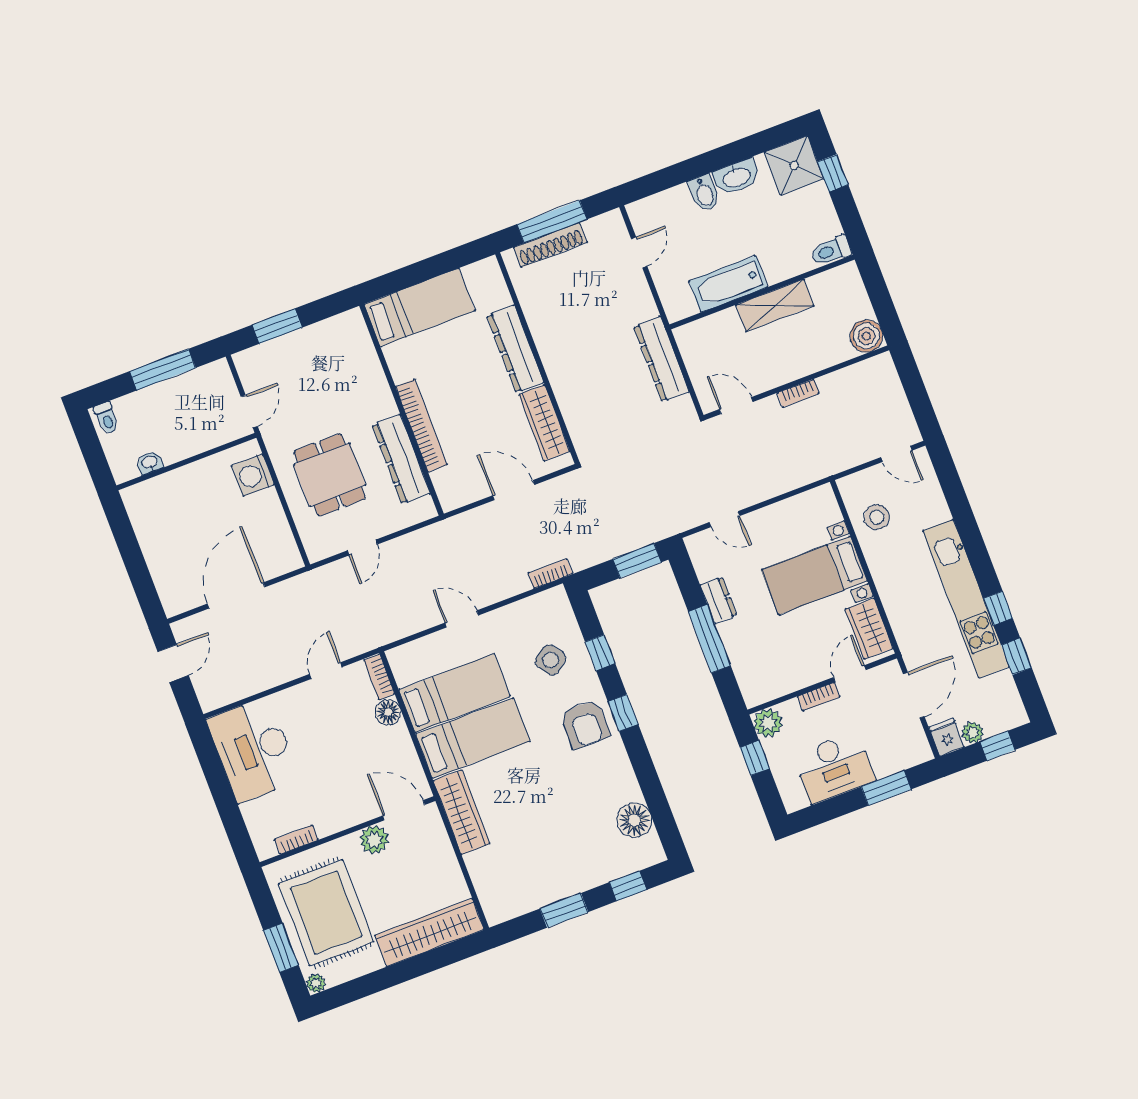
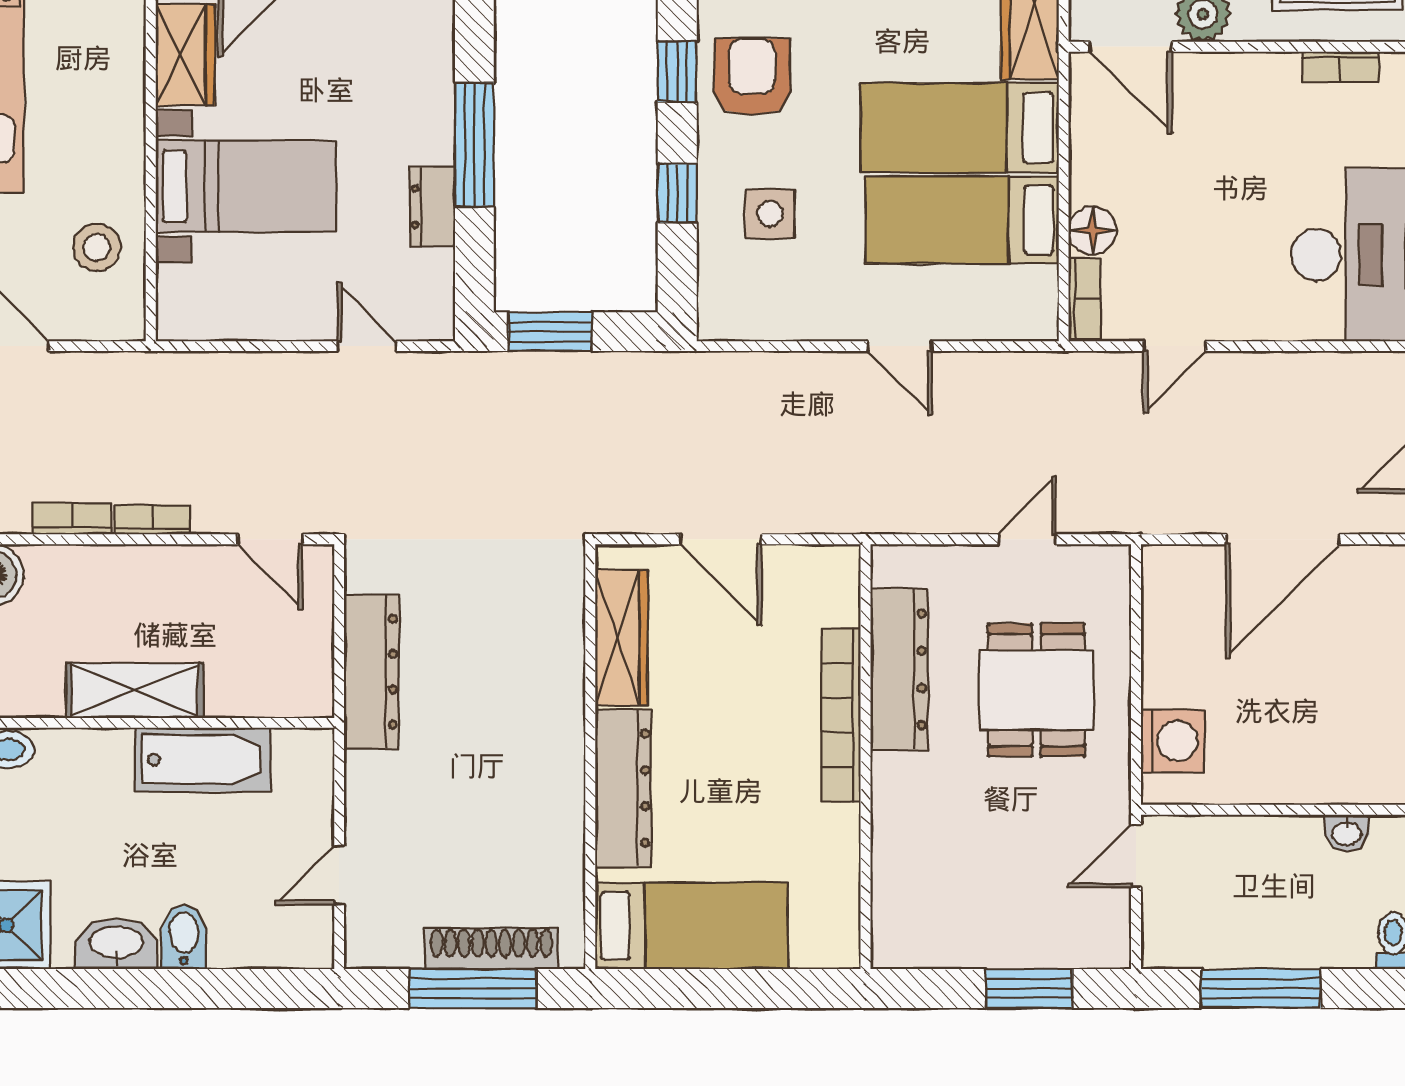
bed: (420, 307) -> (691, 926), moved, turned 180
bookcase: (550, 574) -> (72, 519), moved, turned 180
side table: (551, 660) -> (770, 214), turned 36

